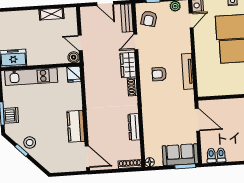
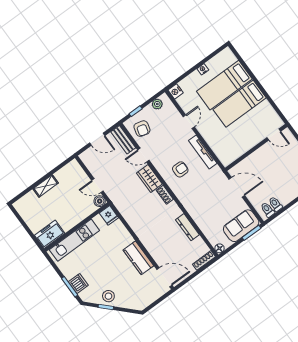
shelving: (51, 14) -> (46, 186), moved
door: (191, 20) -> (189, 122), moved
door: (136, 42) -> (143, 155), hinge flipped
armchair: (159, 74) -> (180, 169), turned 180

